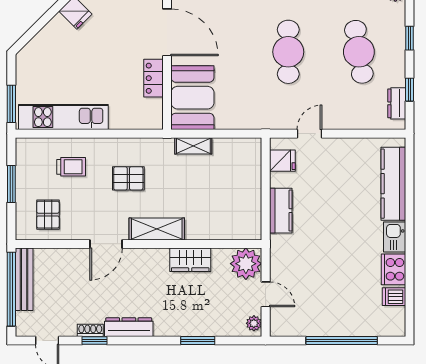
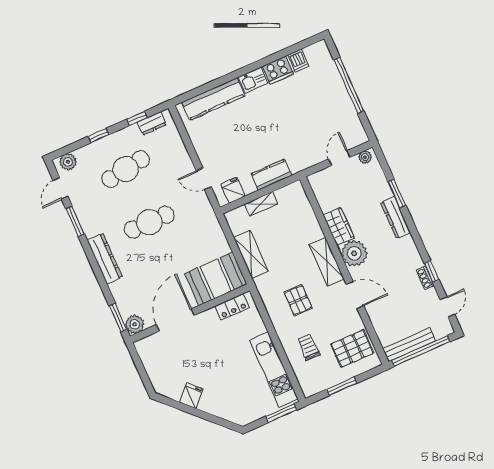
locker: (154, 78) -> (232, 307), moved
shelving: (193, 146) -> (251, 254), width x1.50, depth x1.33
shelving: (253, 185) -> (261, 204), added
pallet: (48, 215) -> (352, 349), width x1.50, depth x1.42
plant: (246, 264) -> (354, 253), moved
dresser: (129, 327) -> (395, 217), moved

